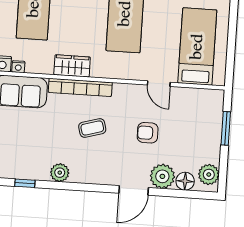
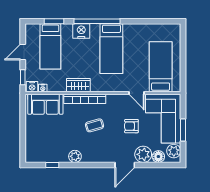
corner sofa: (196, 125) -> (163, 119), added
window: (226, 128) -> (183, 130), moved

